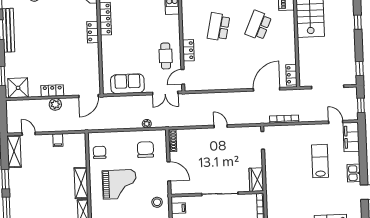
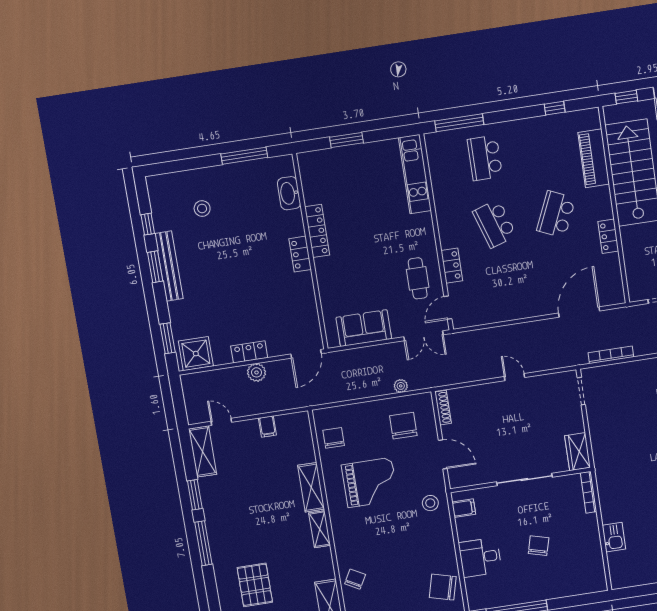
school desk: (219, 27) -> (495, 224), turned -30
locker: (291, 75) -> (608, 236), moved

